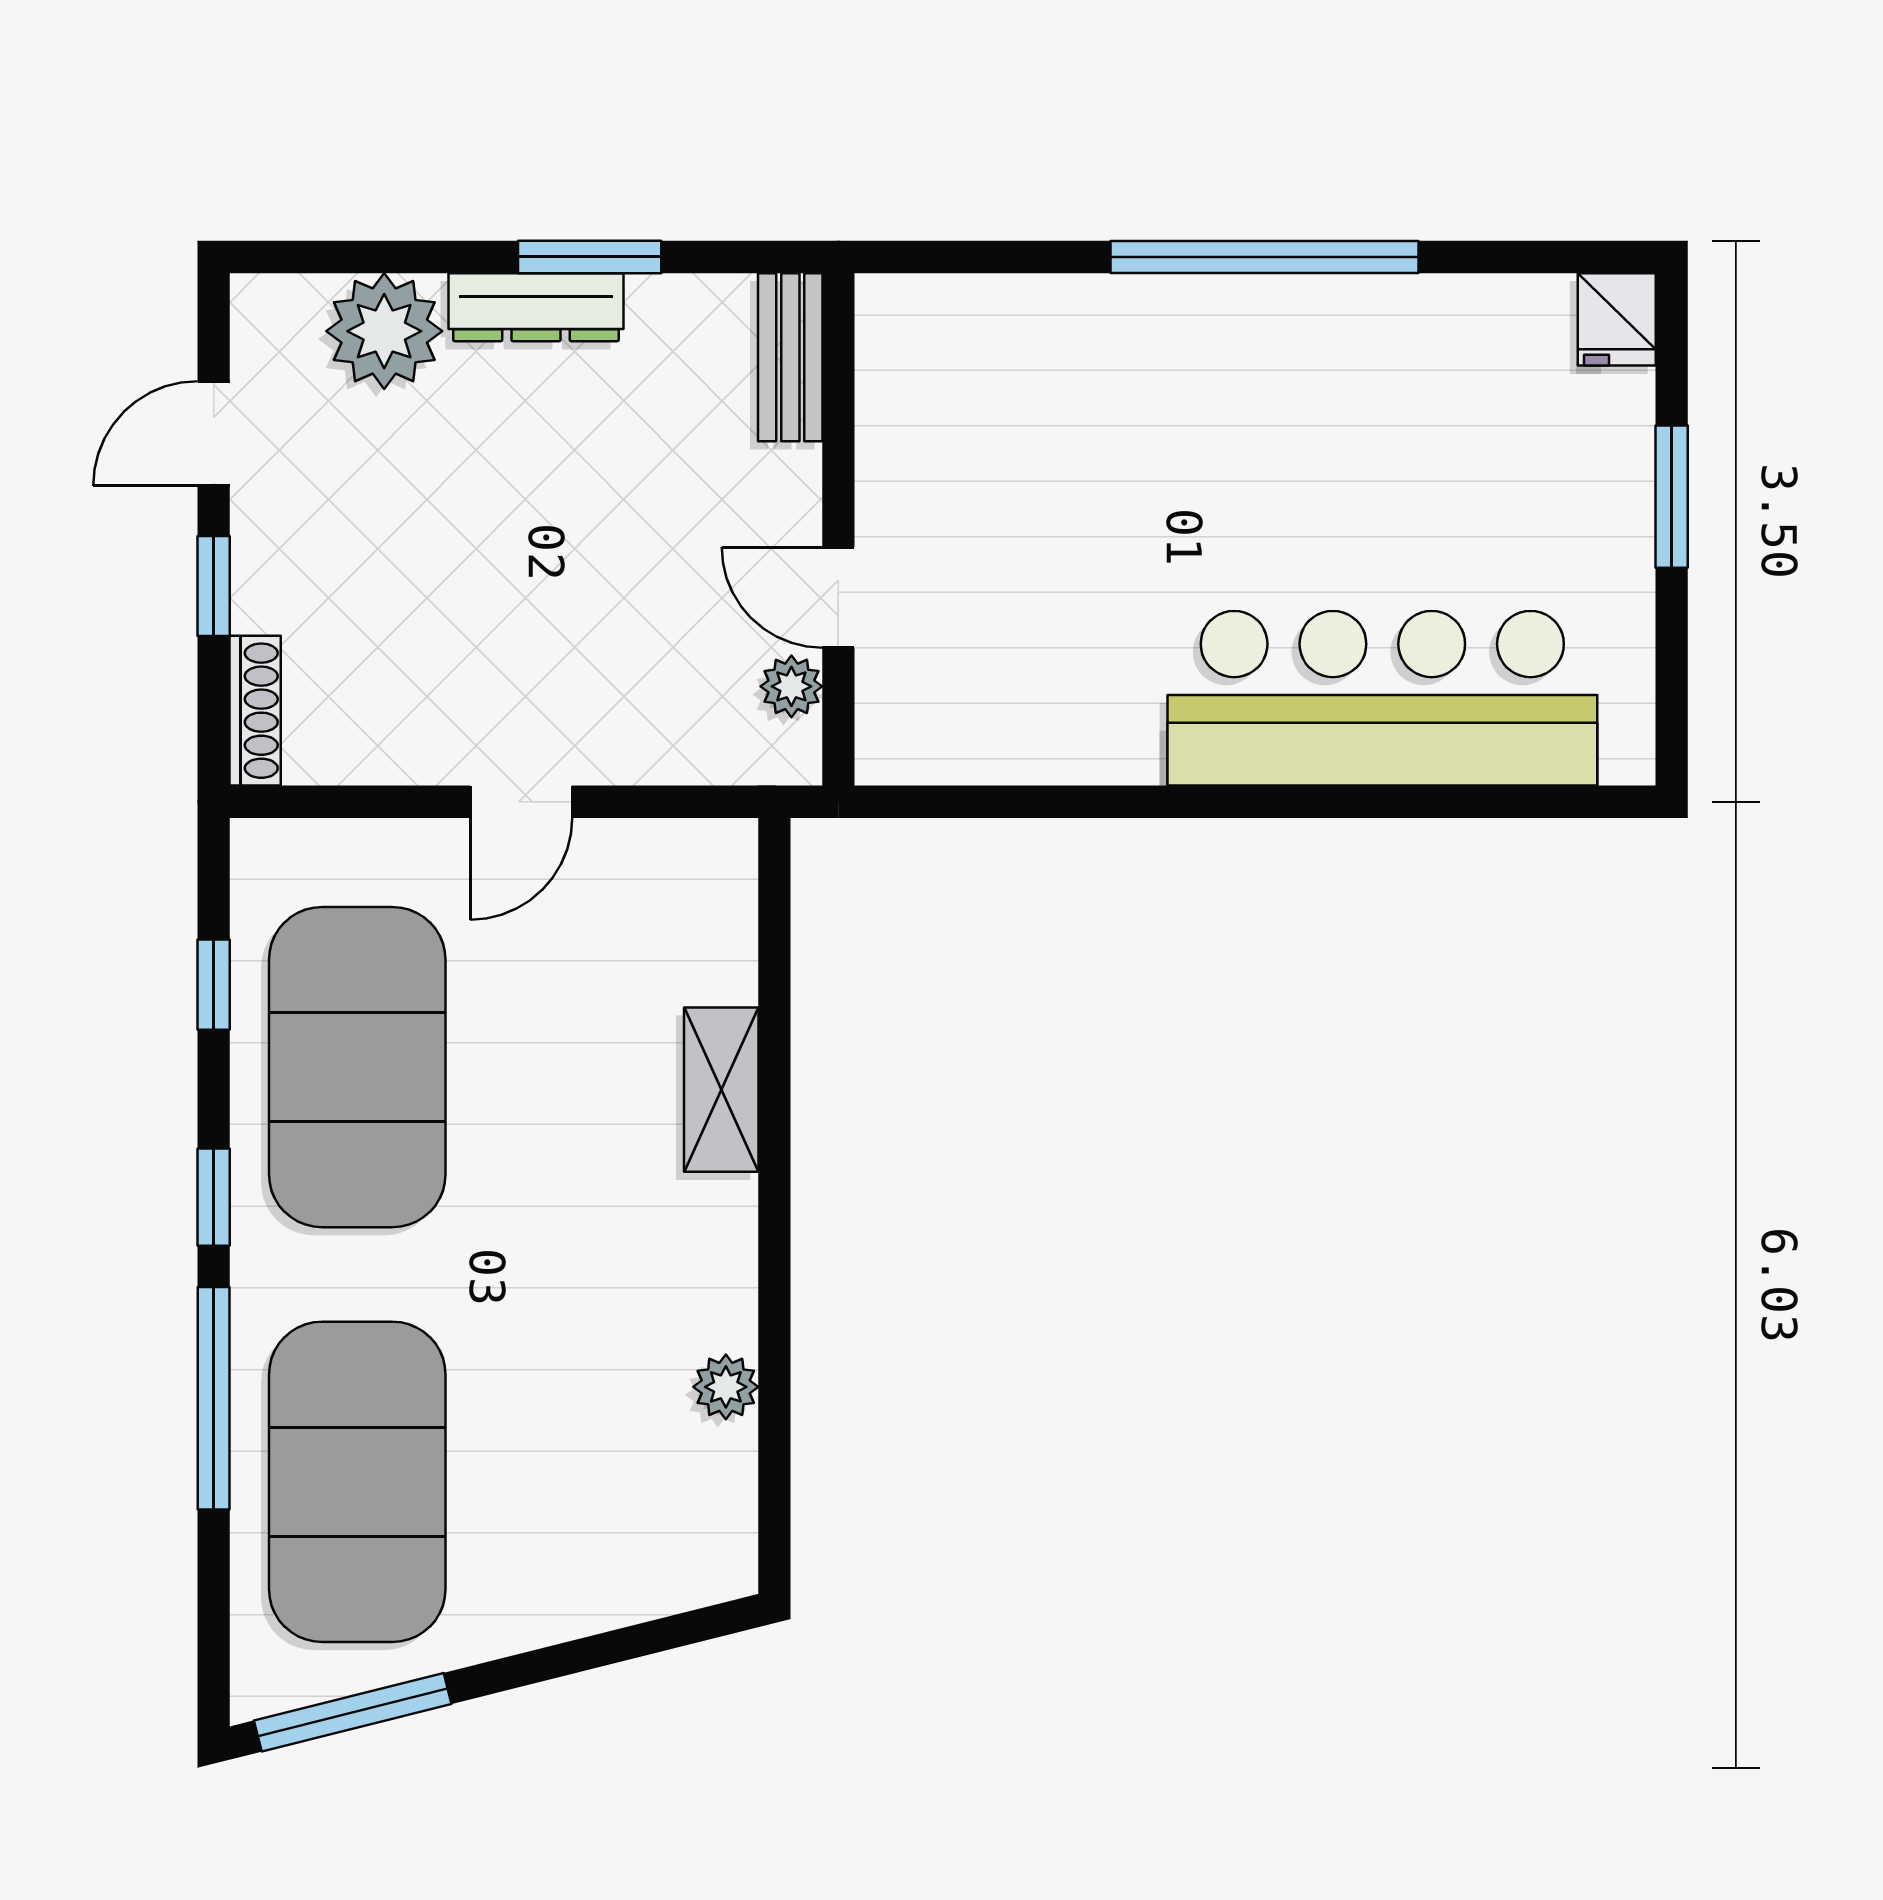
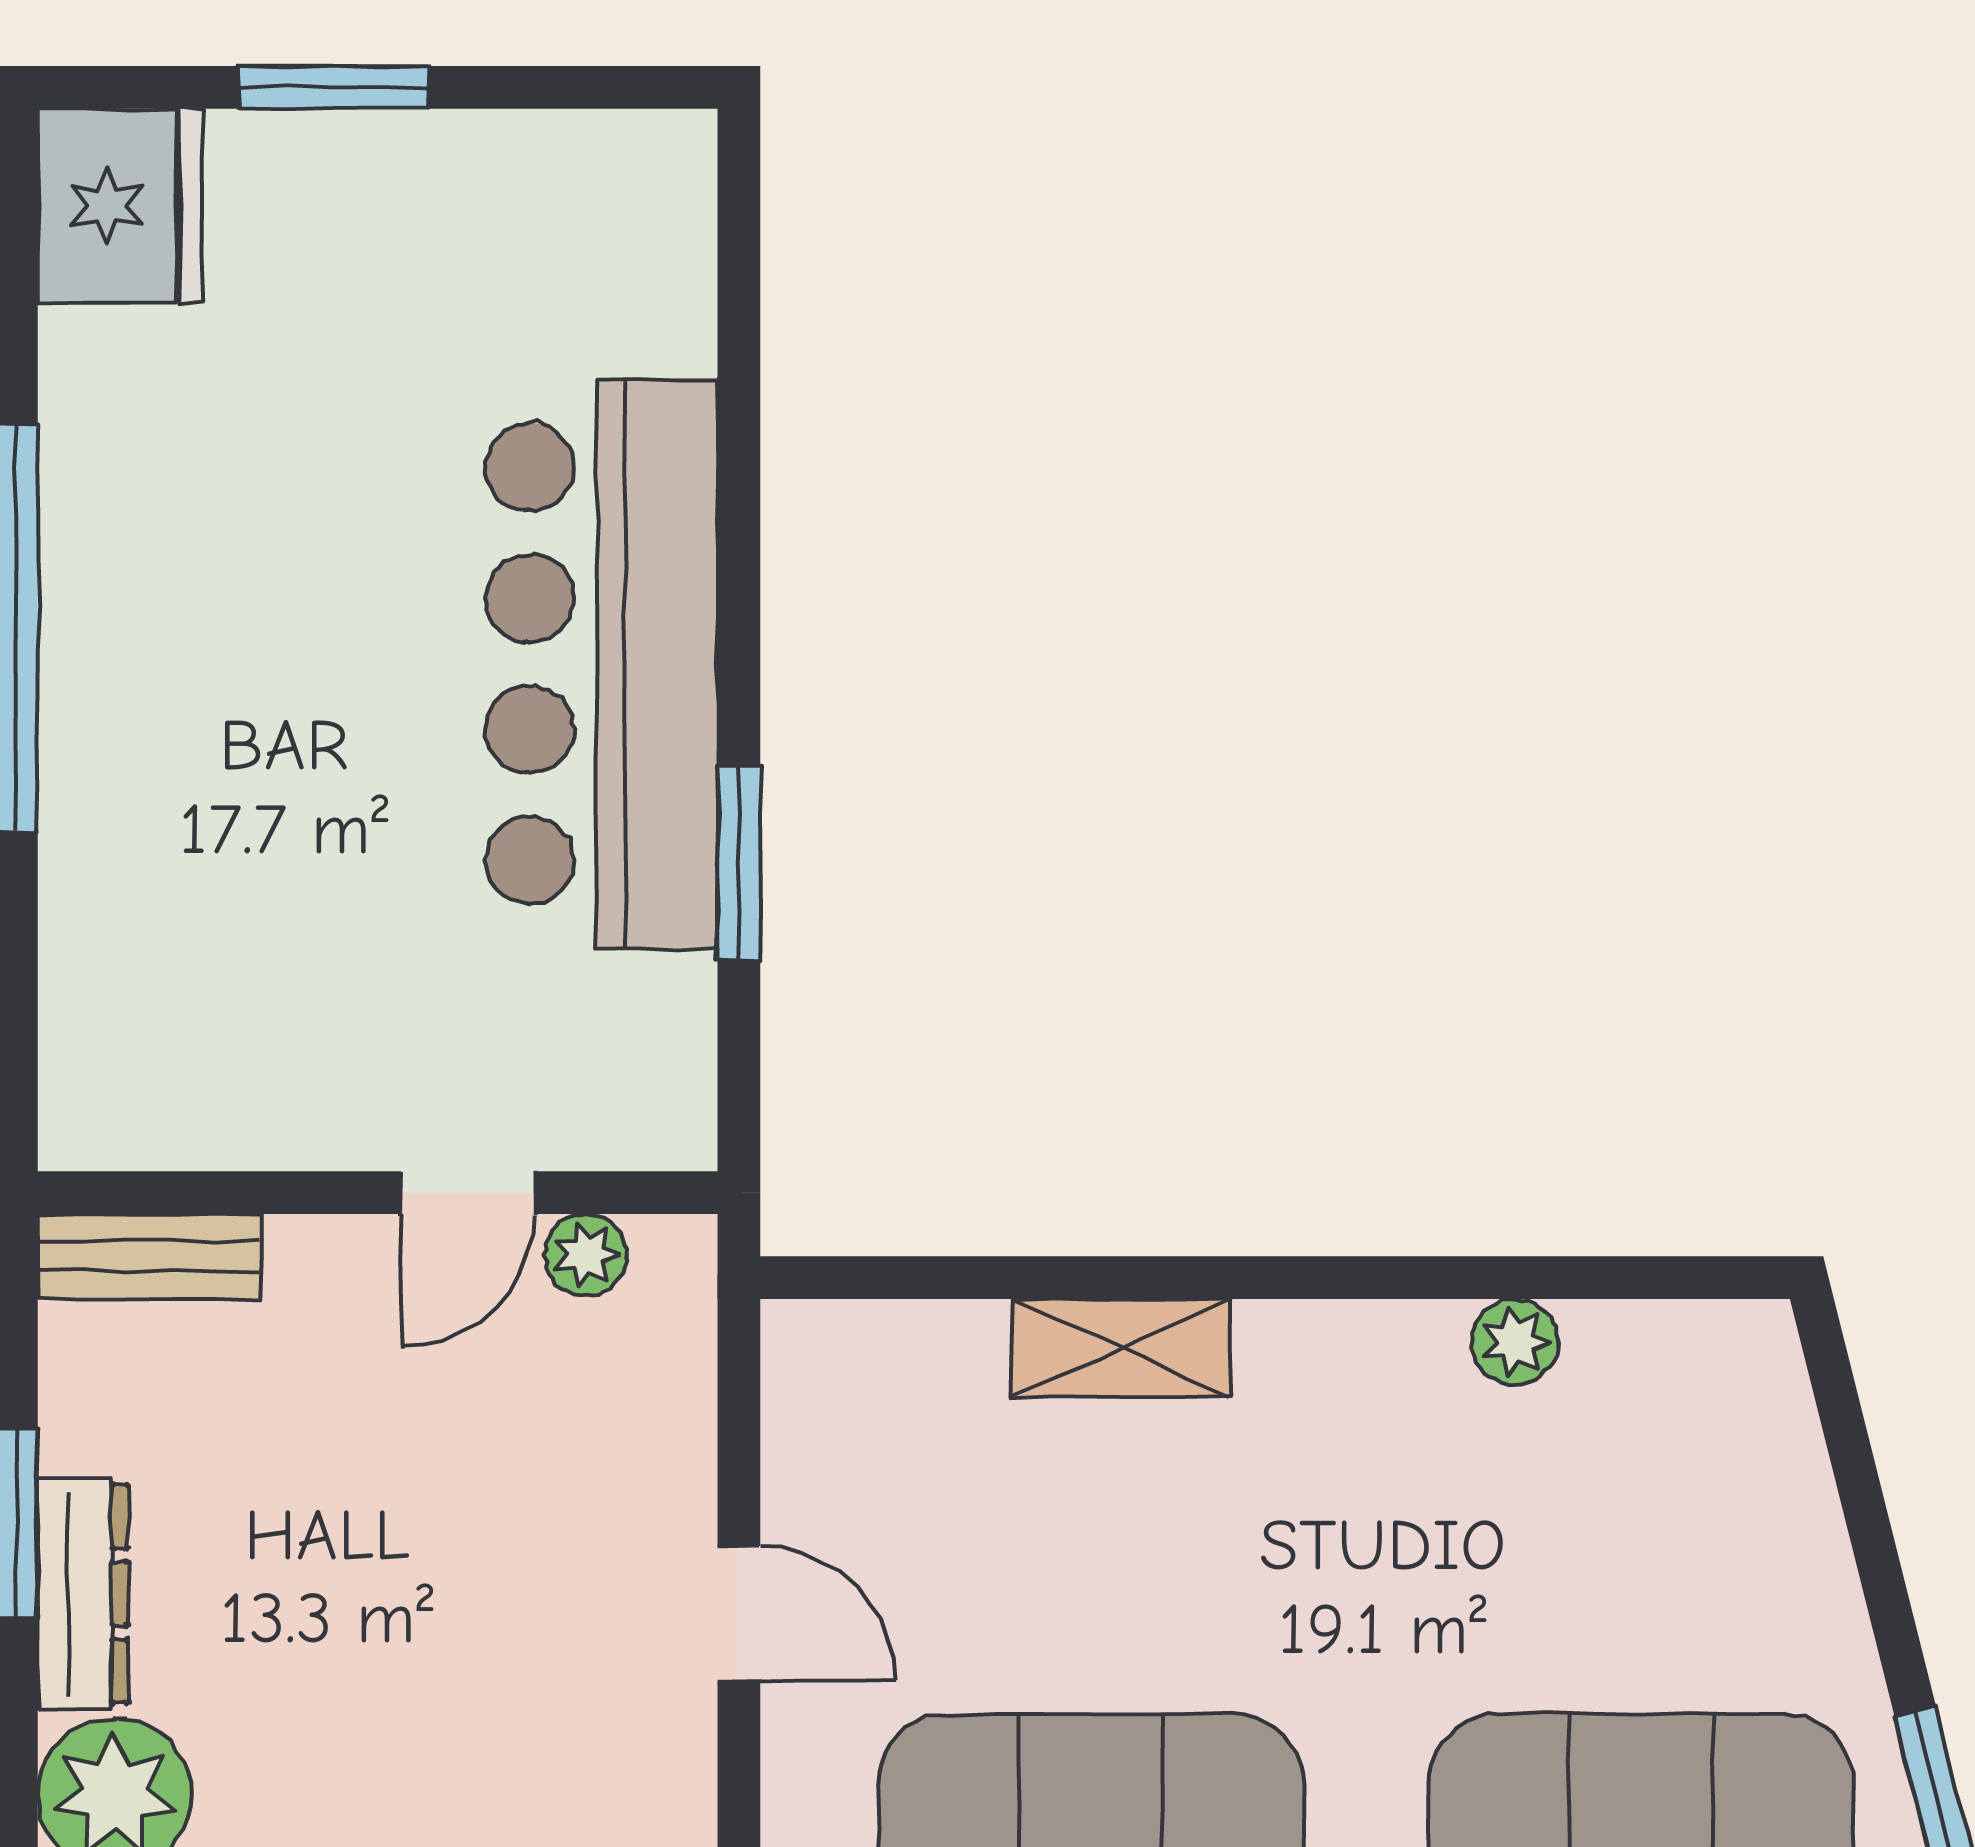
fridge: (1617, 319) -> (120, 206), width x1.88, depth x1.34
bar counter: (1382, 698) -> (602, 664), moved
window: (1087, 802) -> (739, 863), added

